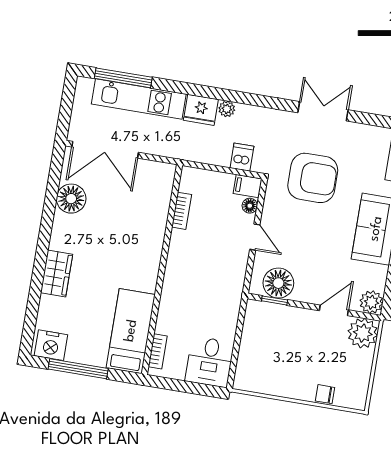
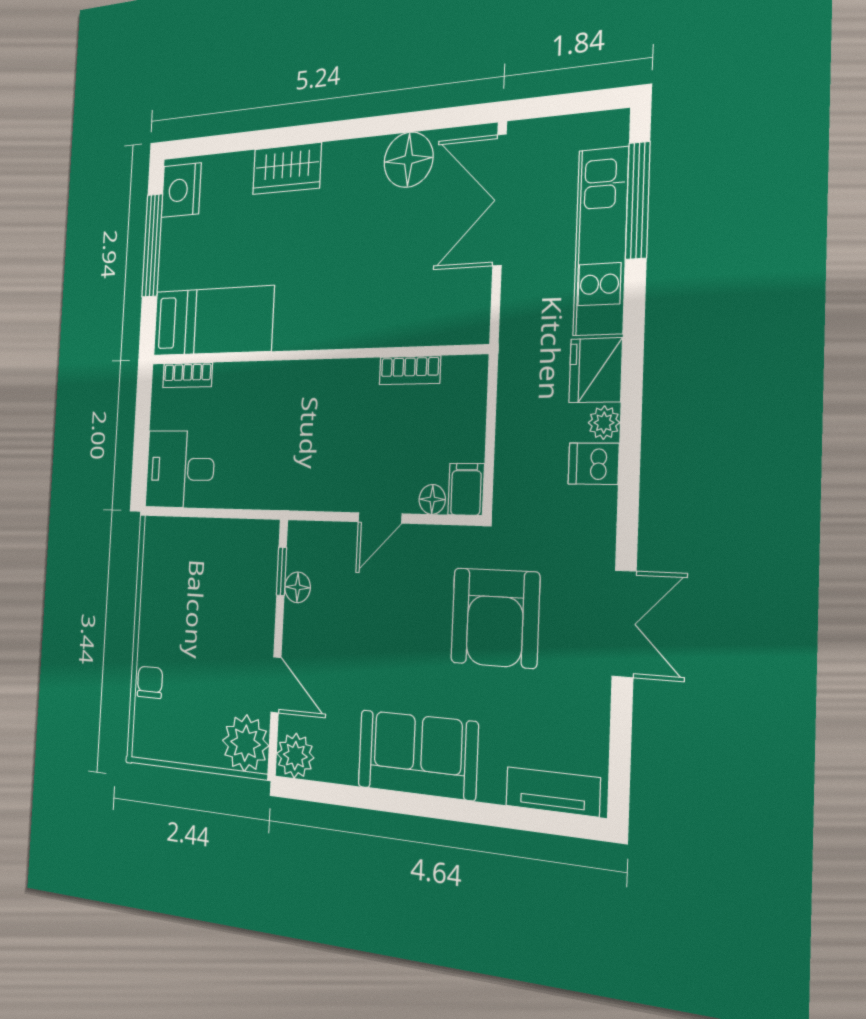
dishwasher: (242, 157) -> (594, 464), moved, turned 180
floor lamp: (278, 283) -> (298, 587), width x0.53, depth x0.53

